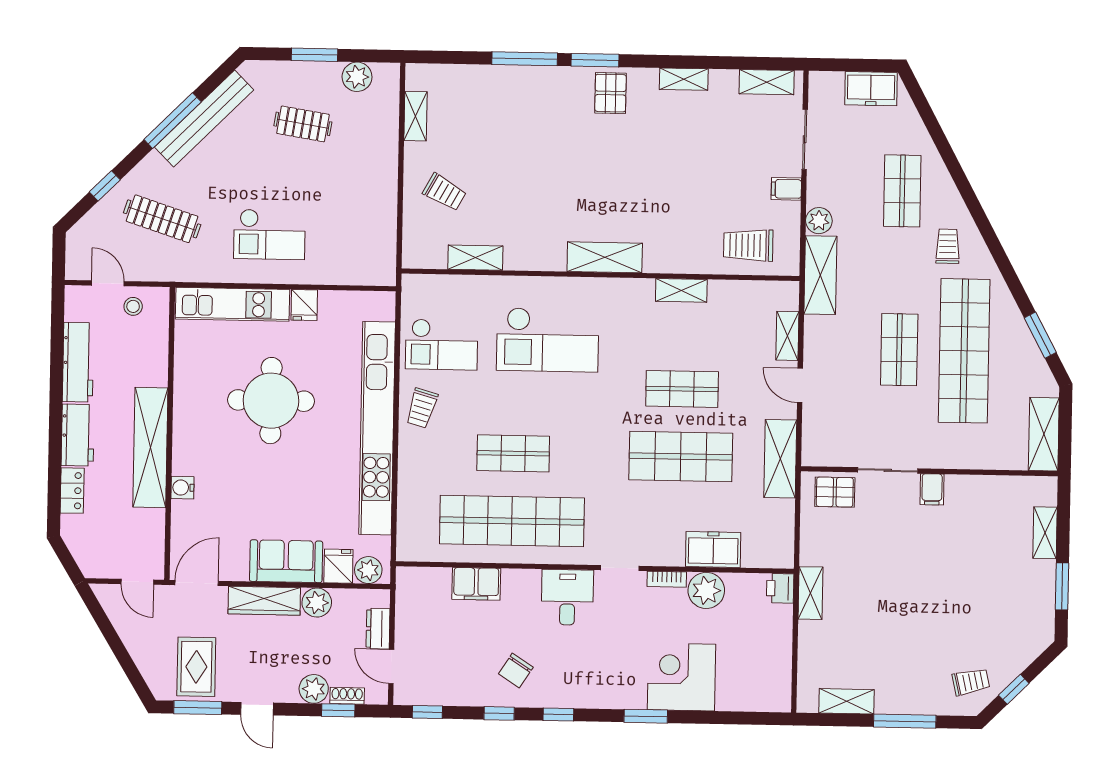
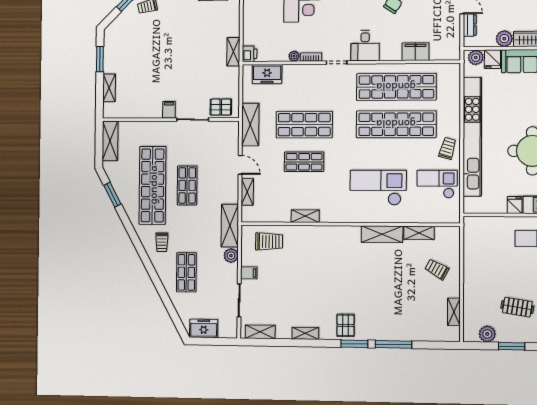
shelving: (605, 257) -> (382, 234), moved
shop shelf: (513, 453) -> (396, 124), width x2.00, depth x1.36
freezer: (713, 550) -> (267, 74), moved
plant: (706, 590) -> (294, 56), width x0.53, depth x0.53

